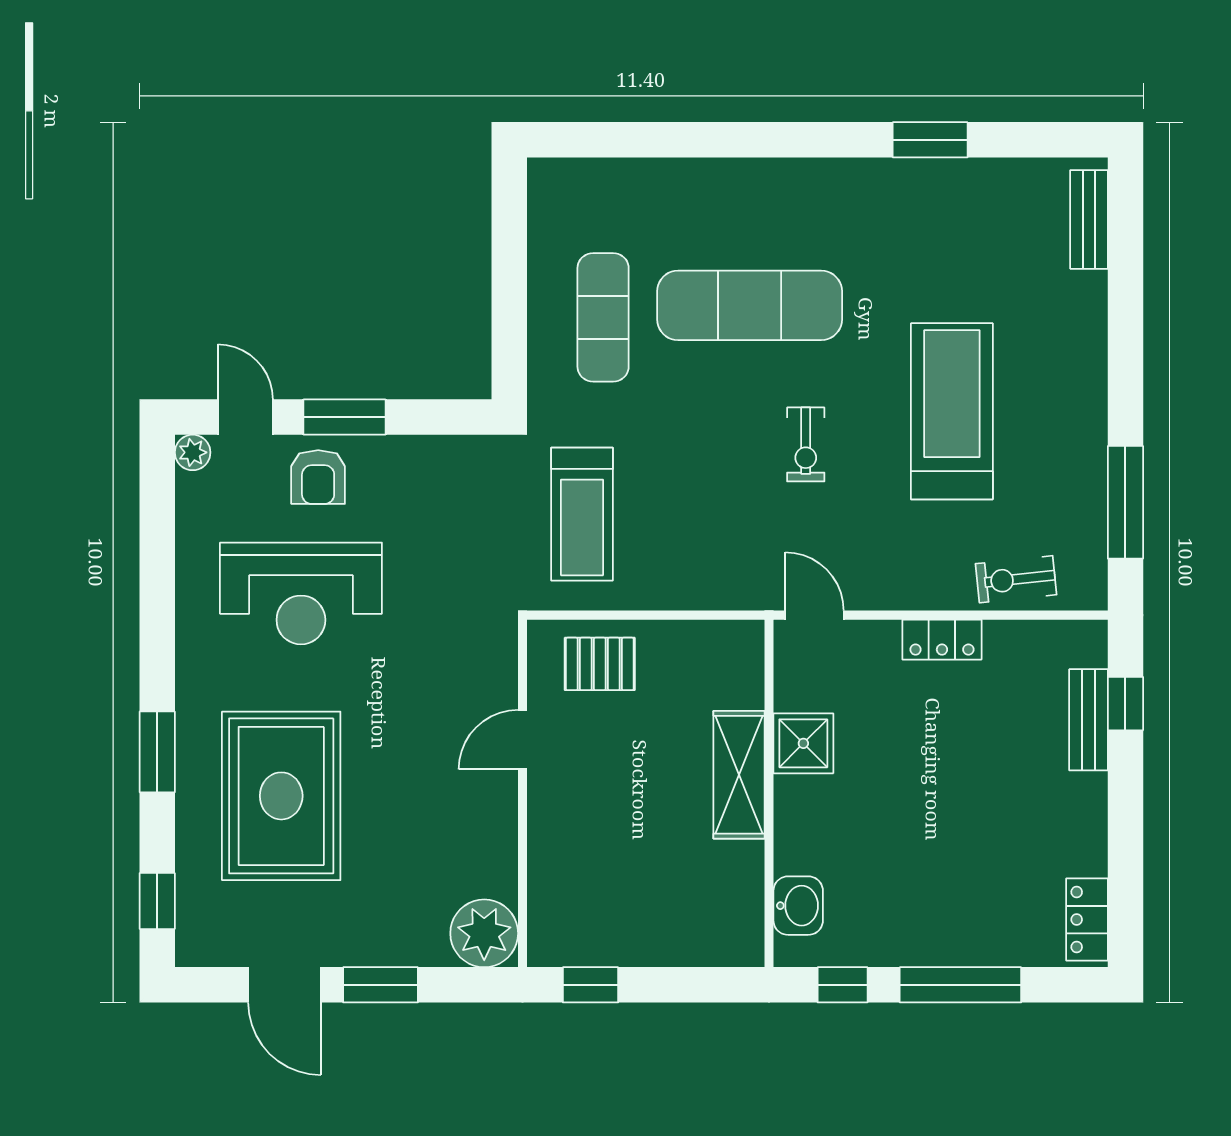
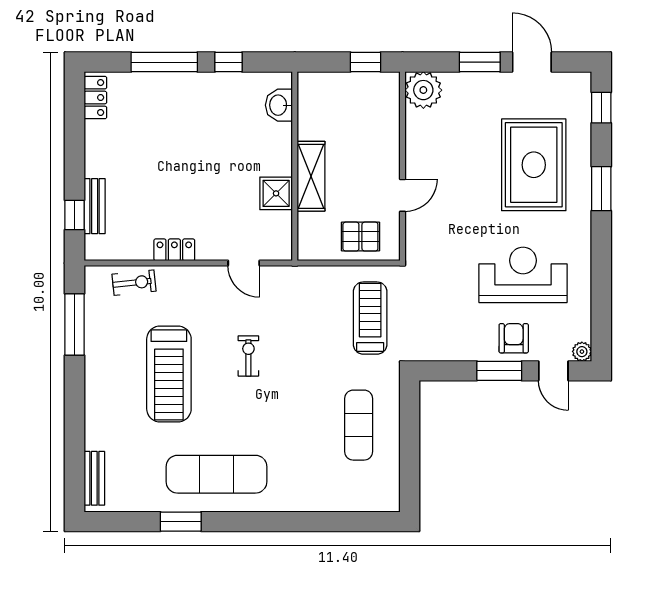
exercise mat: (750, 305) -> (216, 474), moved
shower: (803, 743) -> (276, 193), moved
shelving: (739, 775) -> (311, 176), moved
wall: (769, 793) -> (295, 166), moved
washbasin: (798, 906) -> (279, 105), moved

